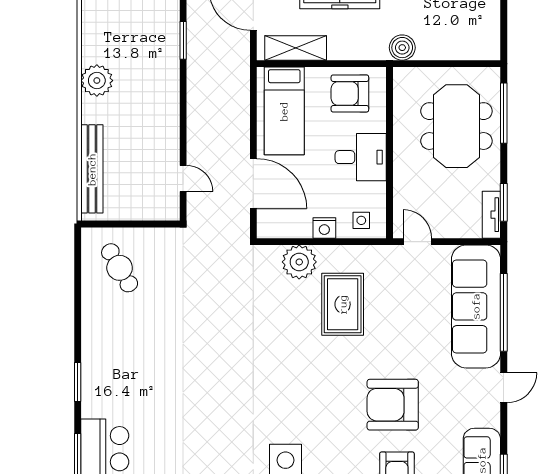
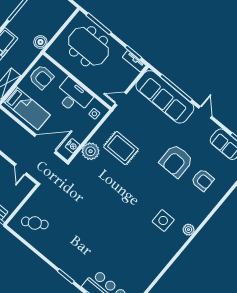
armchair: (350, 93) -> (41, 77), turned -87
desk: (361, 157) -> (73, 96), width x1.37
door: (183, 178) -> (21, 169), swing flipped
nightstand: (324, 228) -> (73, 146), moved

